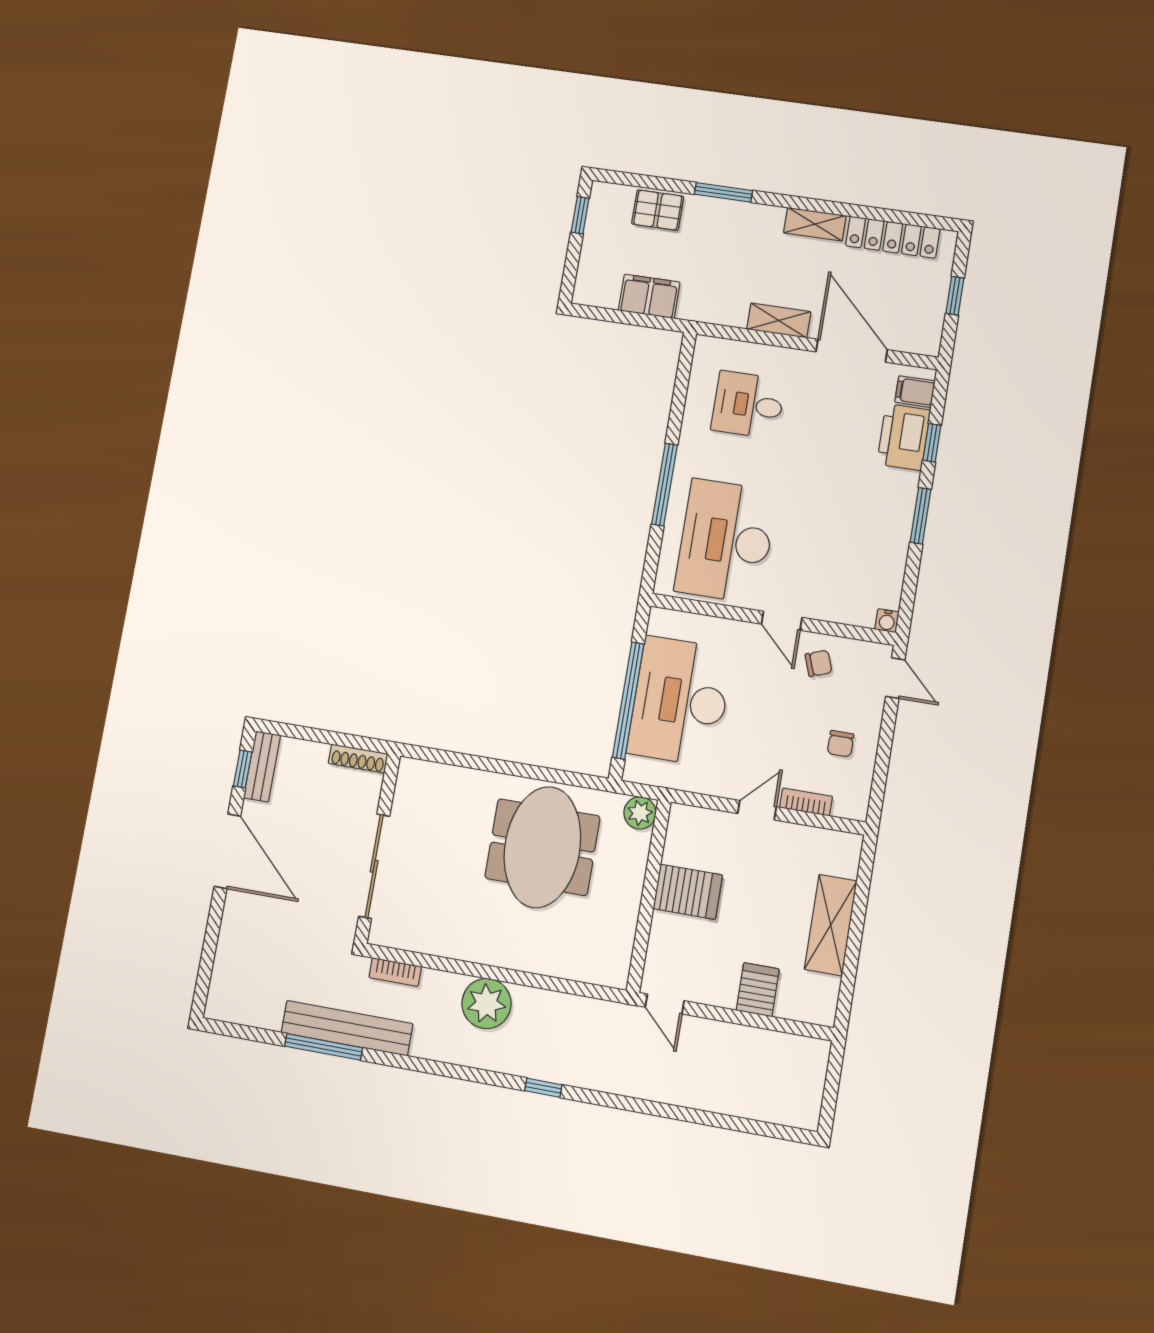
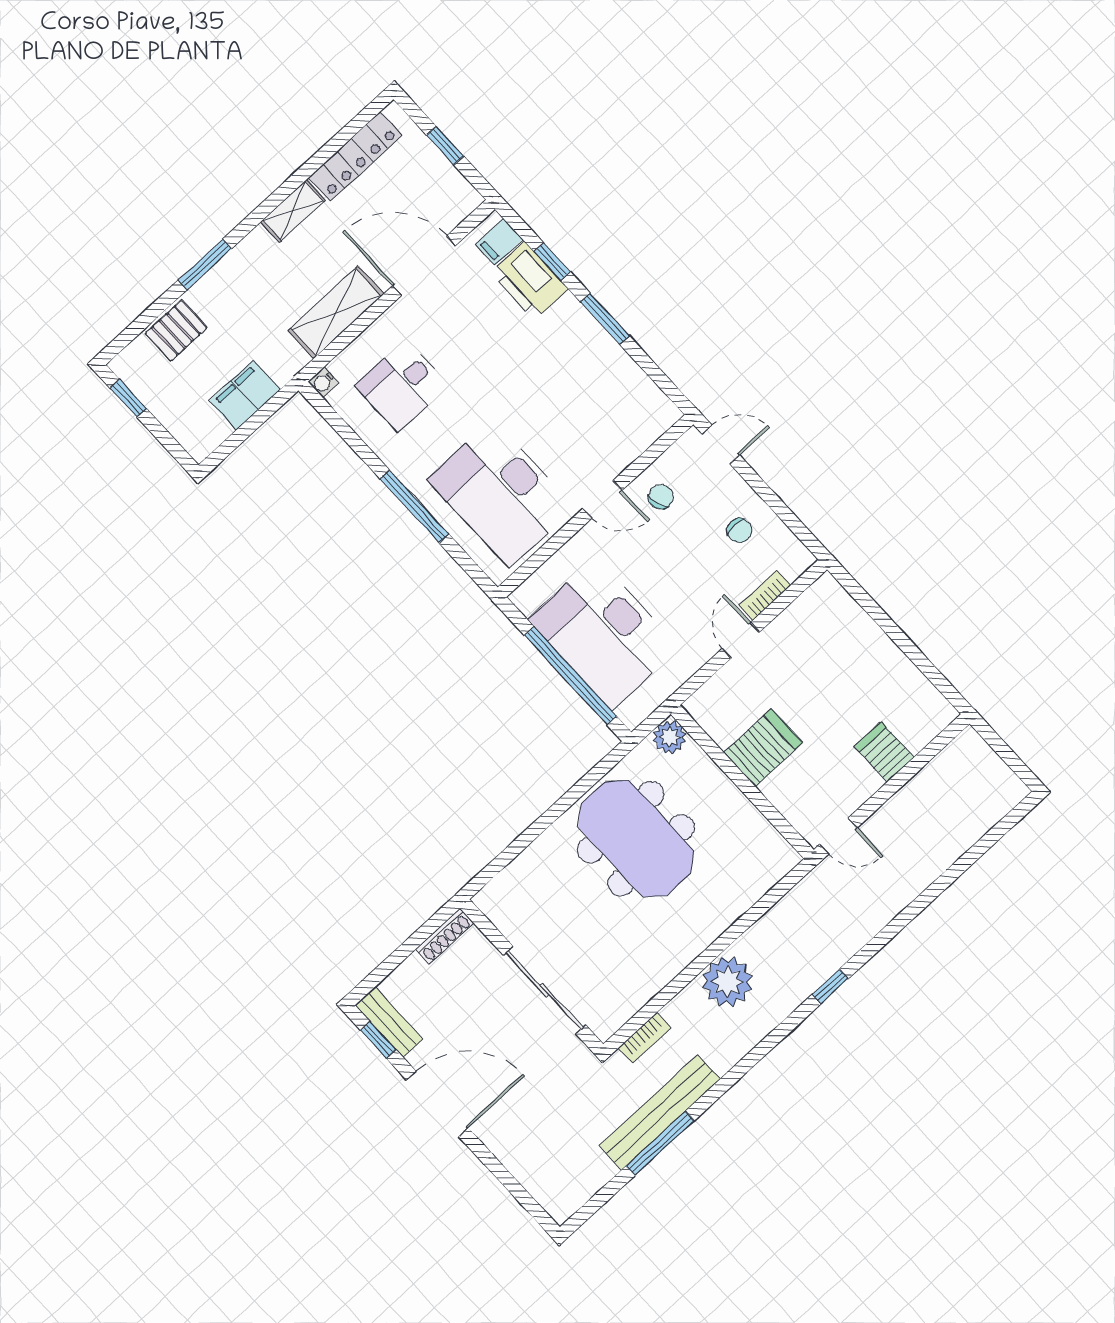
shelving: (779, 321) -> (336, 312), width x1.50, depth x1.33
water cooler: (887, 621) -> (323, 382), moved, turned 90
shelving: (831, 925) -> (878, 653), removed

